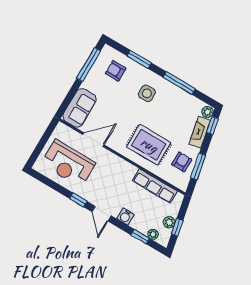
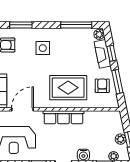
window: (179, 83) -> (76, 25), moved
window: (212, 125) -> (112, 53), moved
row of seats: (155, 186) -> (63, 117), moved

